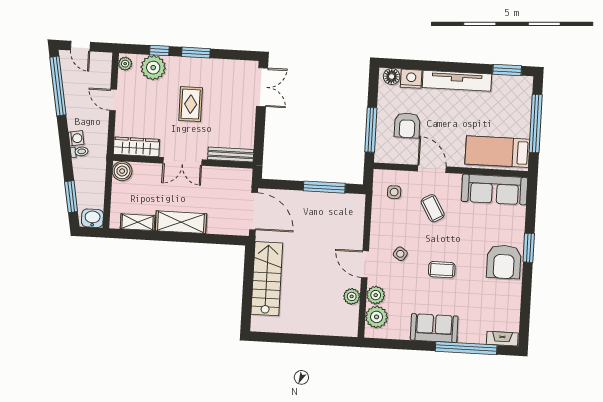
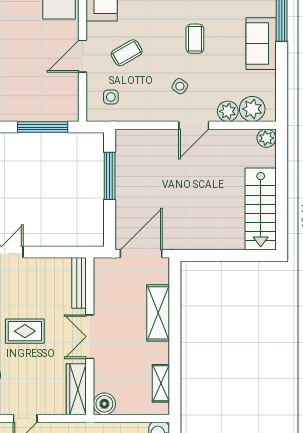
armchair: (407, 125) -> (35, 87), removed
double door: (182, 161) -> (90, 337), swing flipped
shelving: (181, 222) -> (158, 313), moved
stairs: (267, 279) -> (261, 209), moved, turned -90
plant: (352, 296) -> (266, 138), moved

